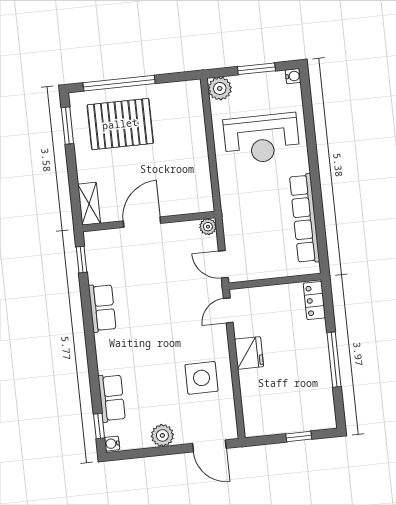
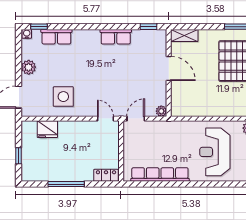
fridge: (249, 353) -> (47, 129), moved

